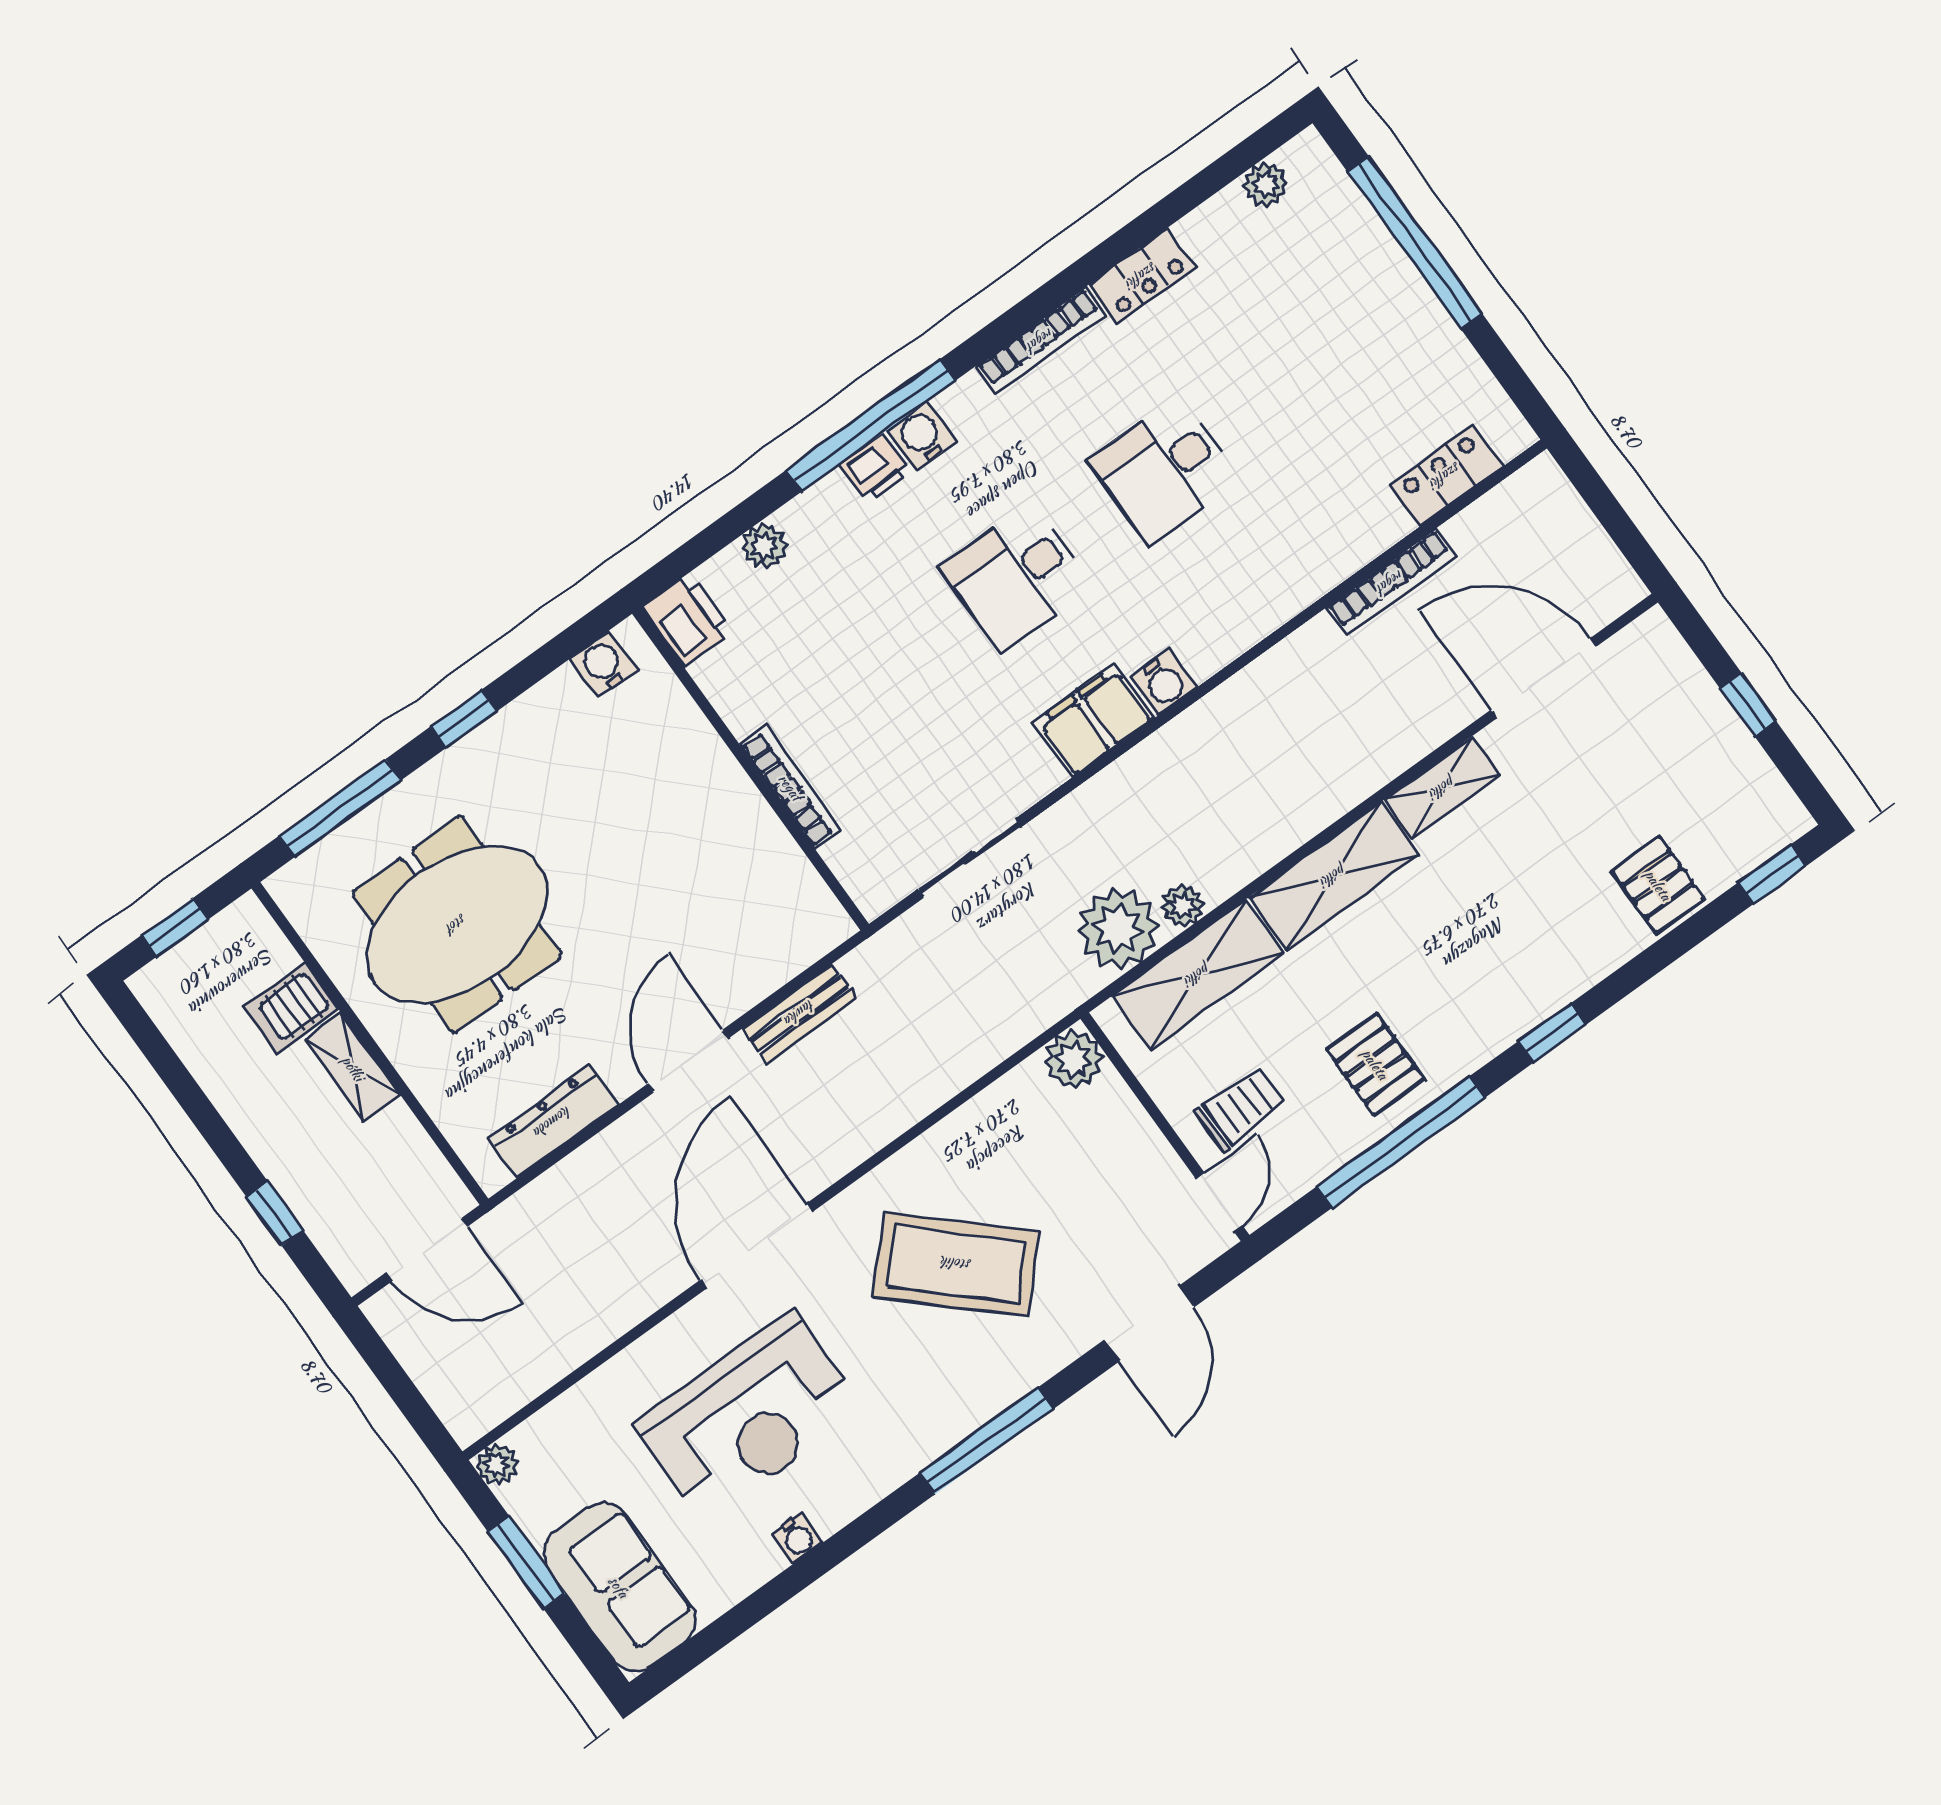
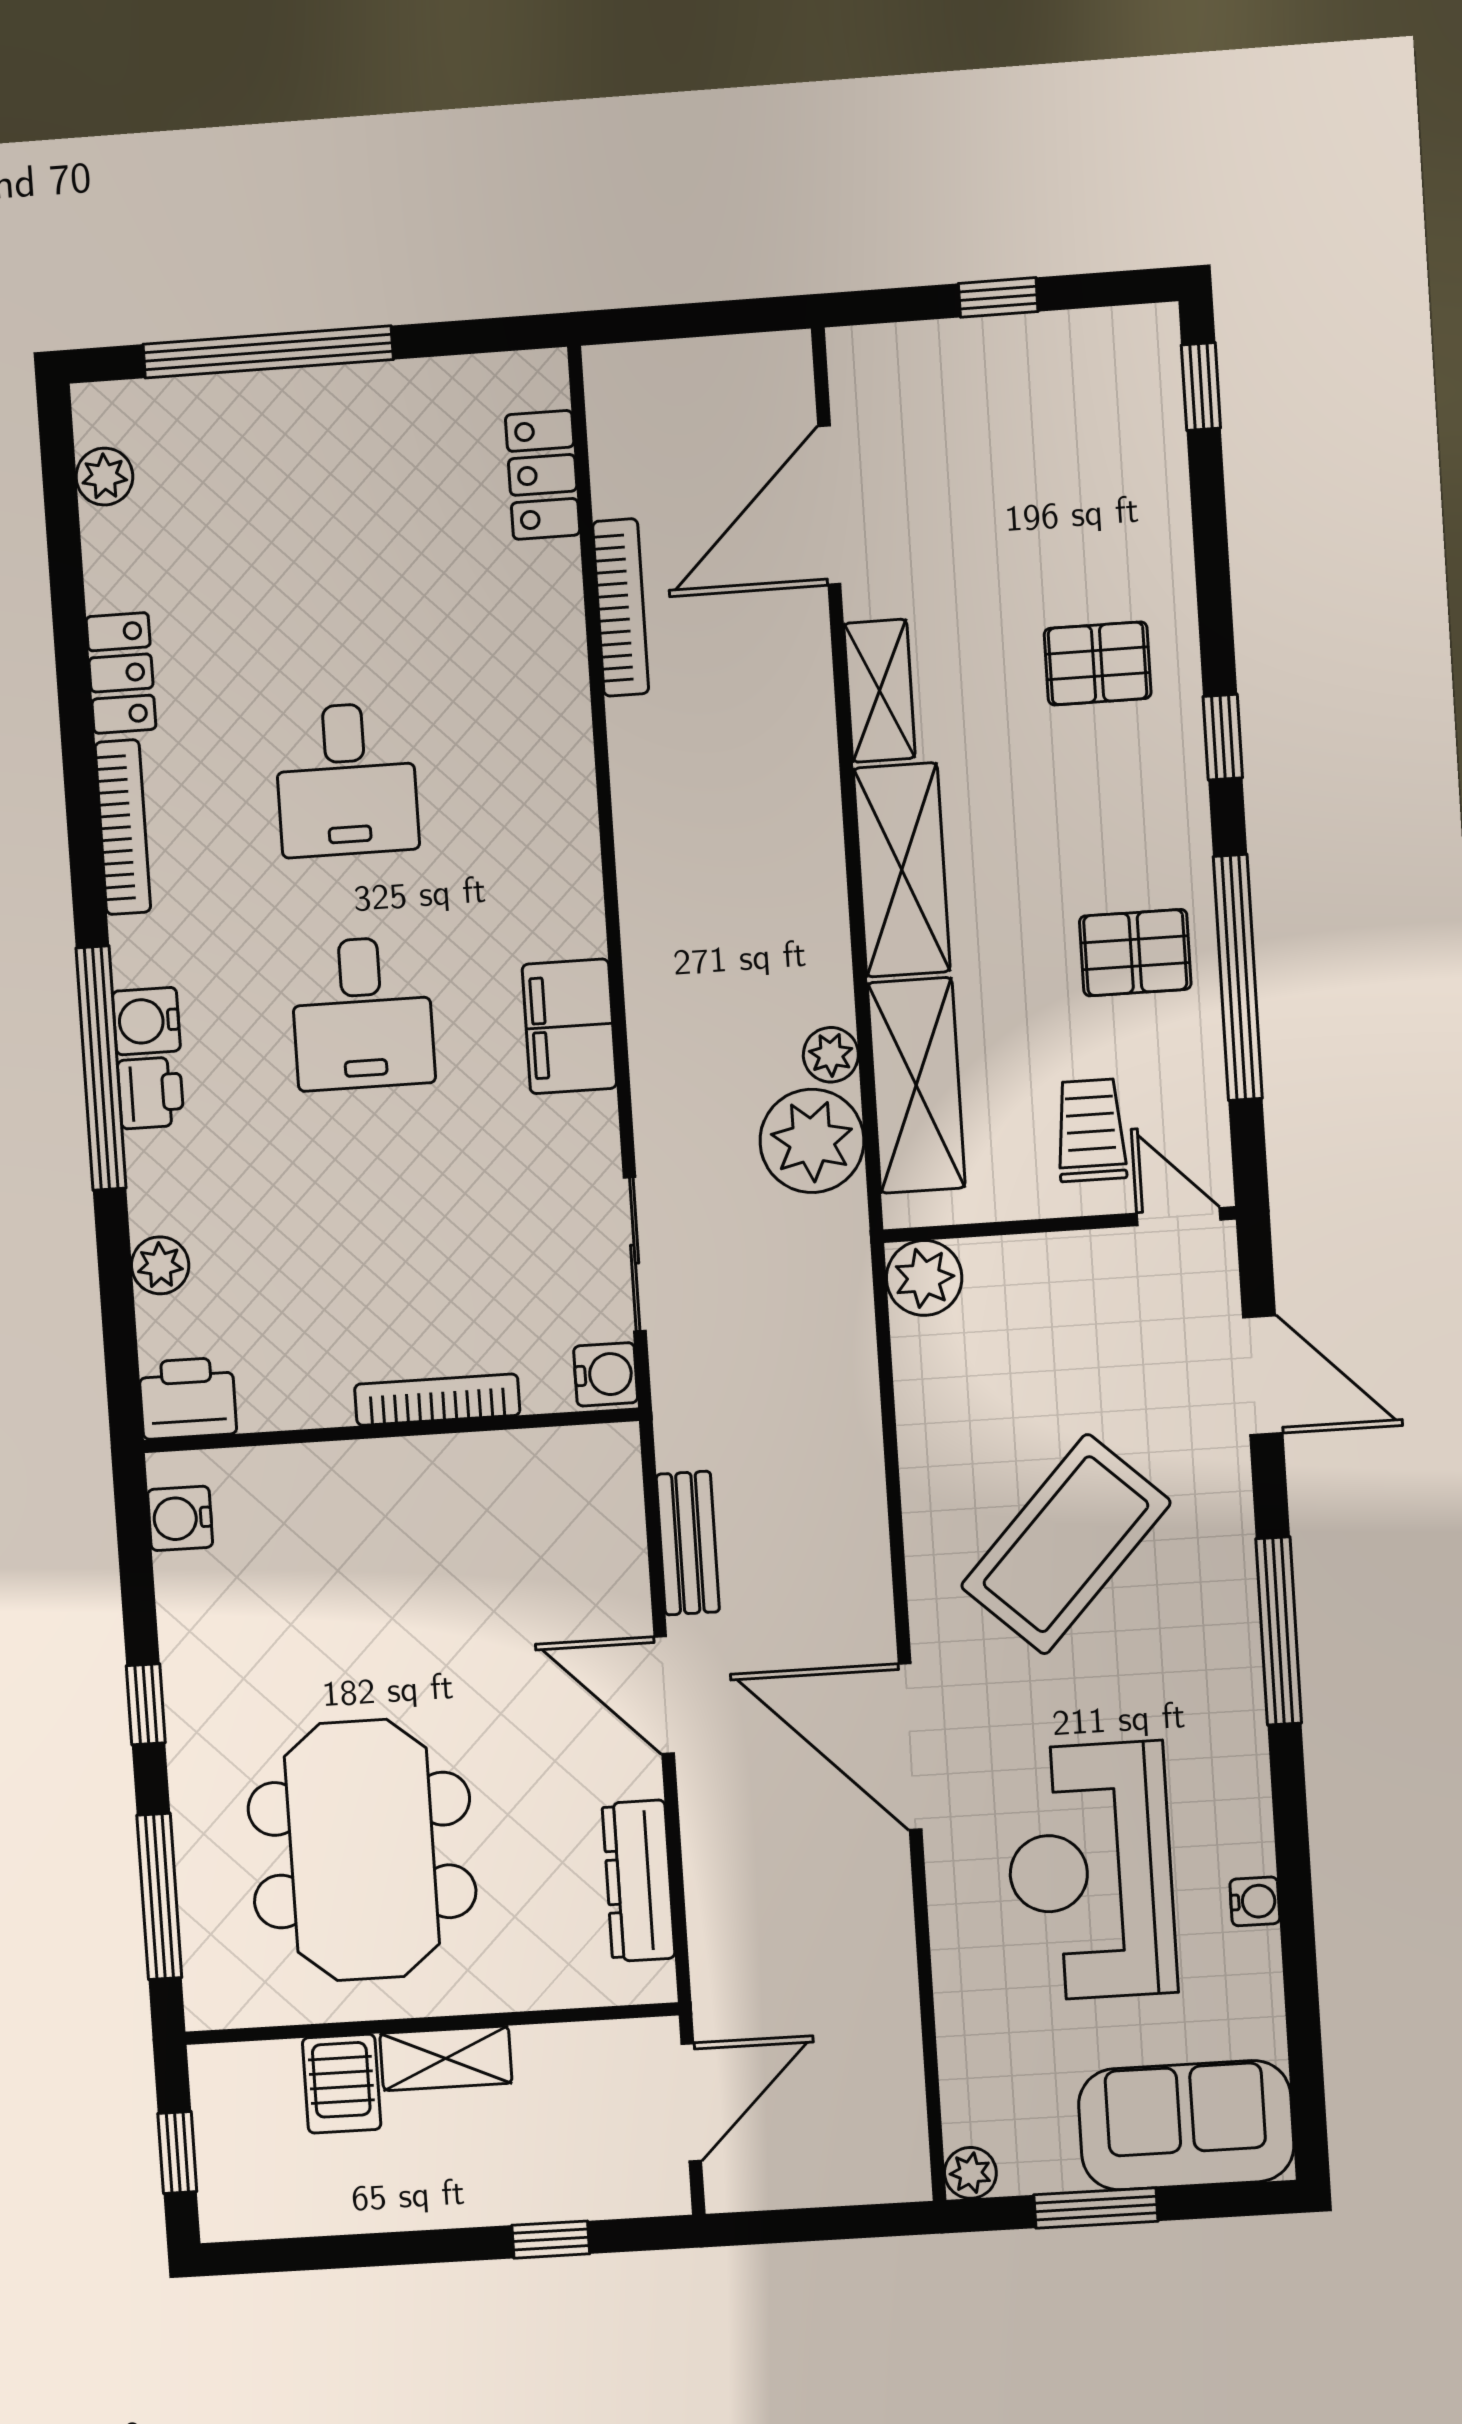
water cooler: (1163, 682) -> (606, 1374), moved
pallet: (1658, 885) -> (1098, 663), moved
reception desk: (749, 1417) -> (1090, 1871), turned 180

